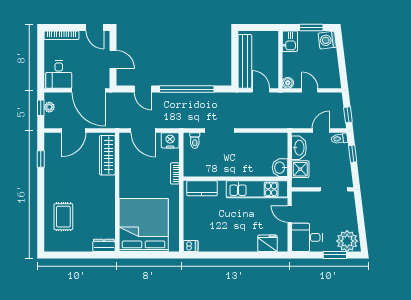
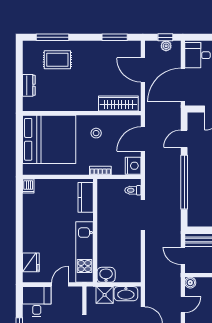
door: (261, 90) -> (183, 256), swing flipped
window: (41, 159) -> (115, 37), width x1.50
stool: (137, 178) -> (96, 133), added
window: (41, 222) -> (52, 37), added
dresser: (104, 245) -> (29, 85), moved

